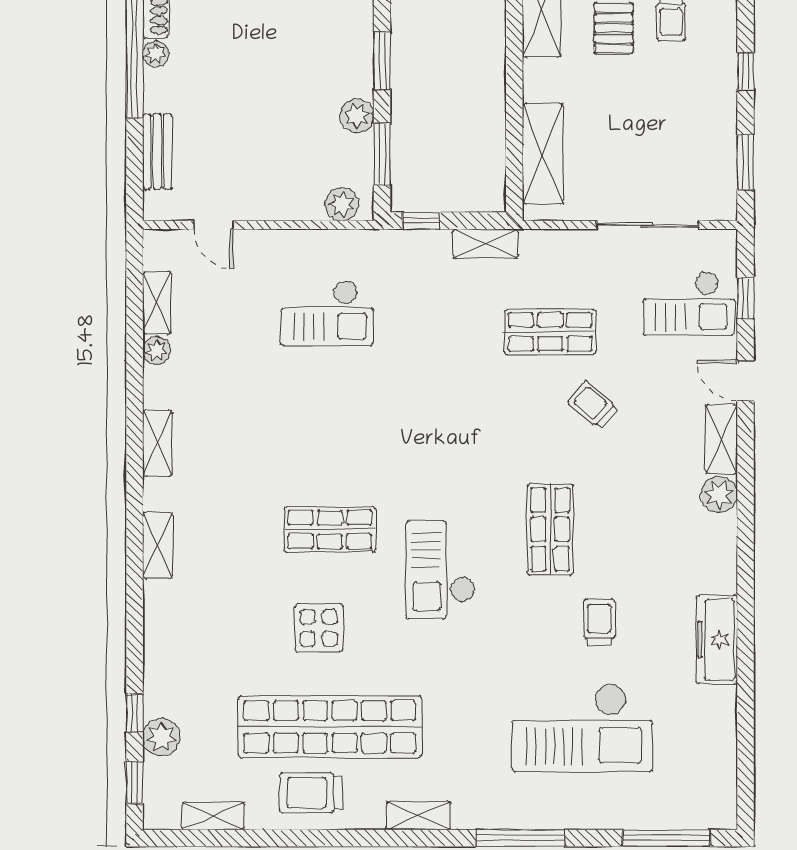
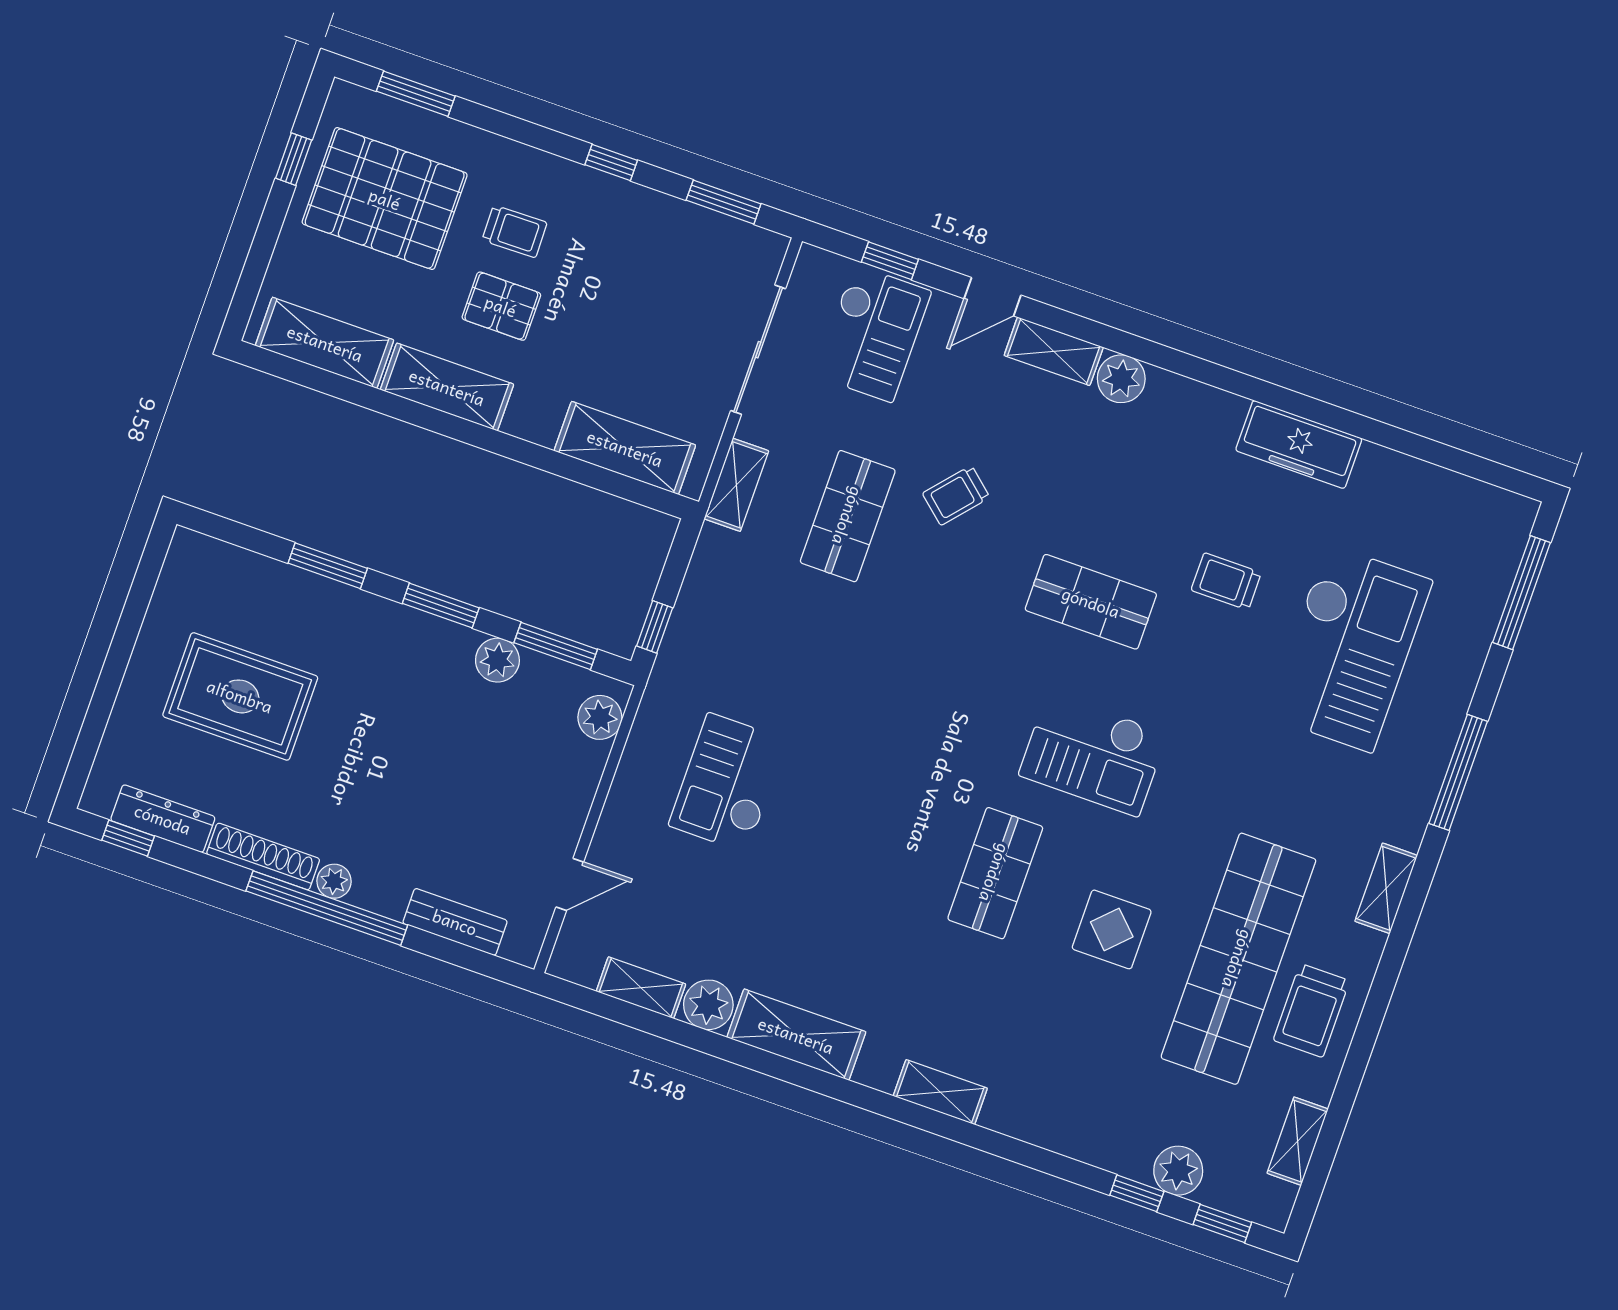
shelving: (485, 244) -> (736, 485), moved
checkout: (327, 313) -> (728, 783), turned 180
plant: (157, 350) -> (708, 1005), width x1.38, depth x1.38
shelving: (158, 443) -> (796, 1035), width x1.50, depth x1.33

